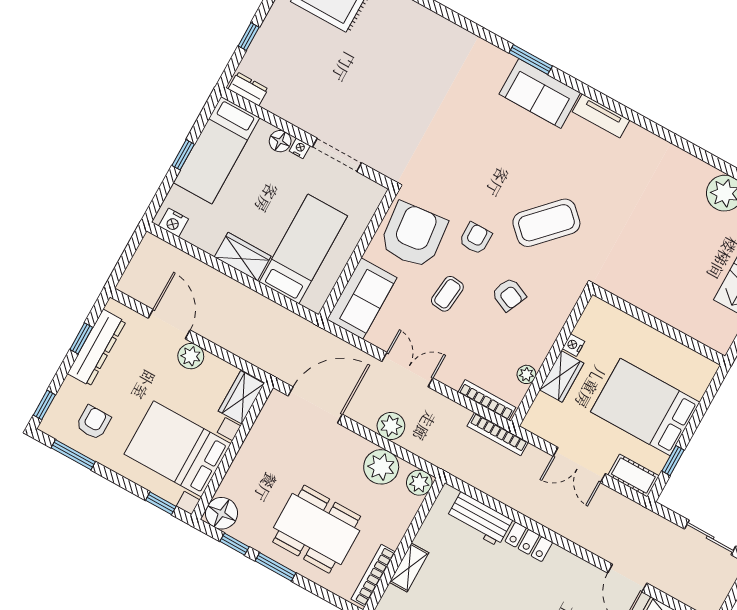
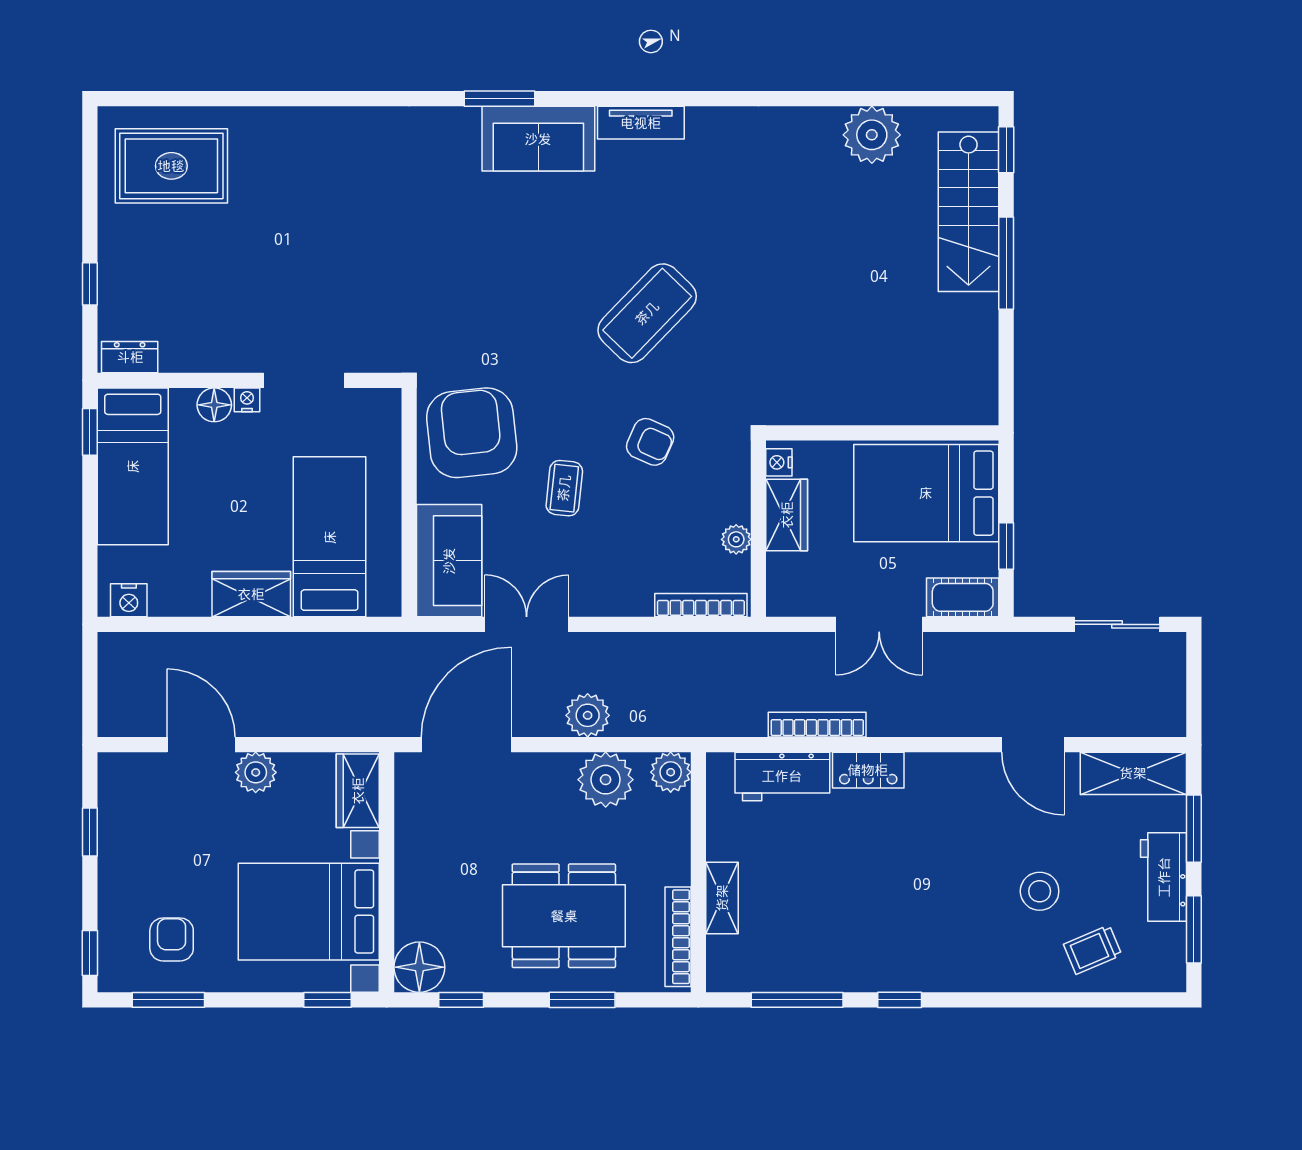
window: (183, 155) -> (90, 432), moved
armchair: (475, 238) -> (561, 389), removed
wall: (659, 325) -> (882, 433), moved
dresser: (97, 348) -> (118, 833), removed
double door: (407, 370) -> (527, 624), moved
bookcase: (498, 434) -> (817, 725), moved, turned 180
window: (275, 567) -> (582, 1000), moved

